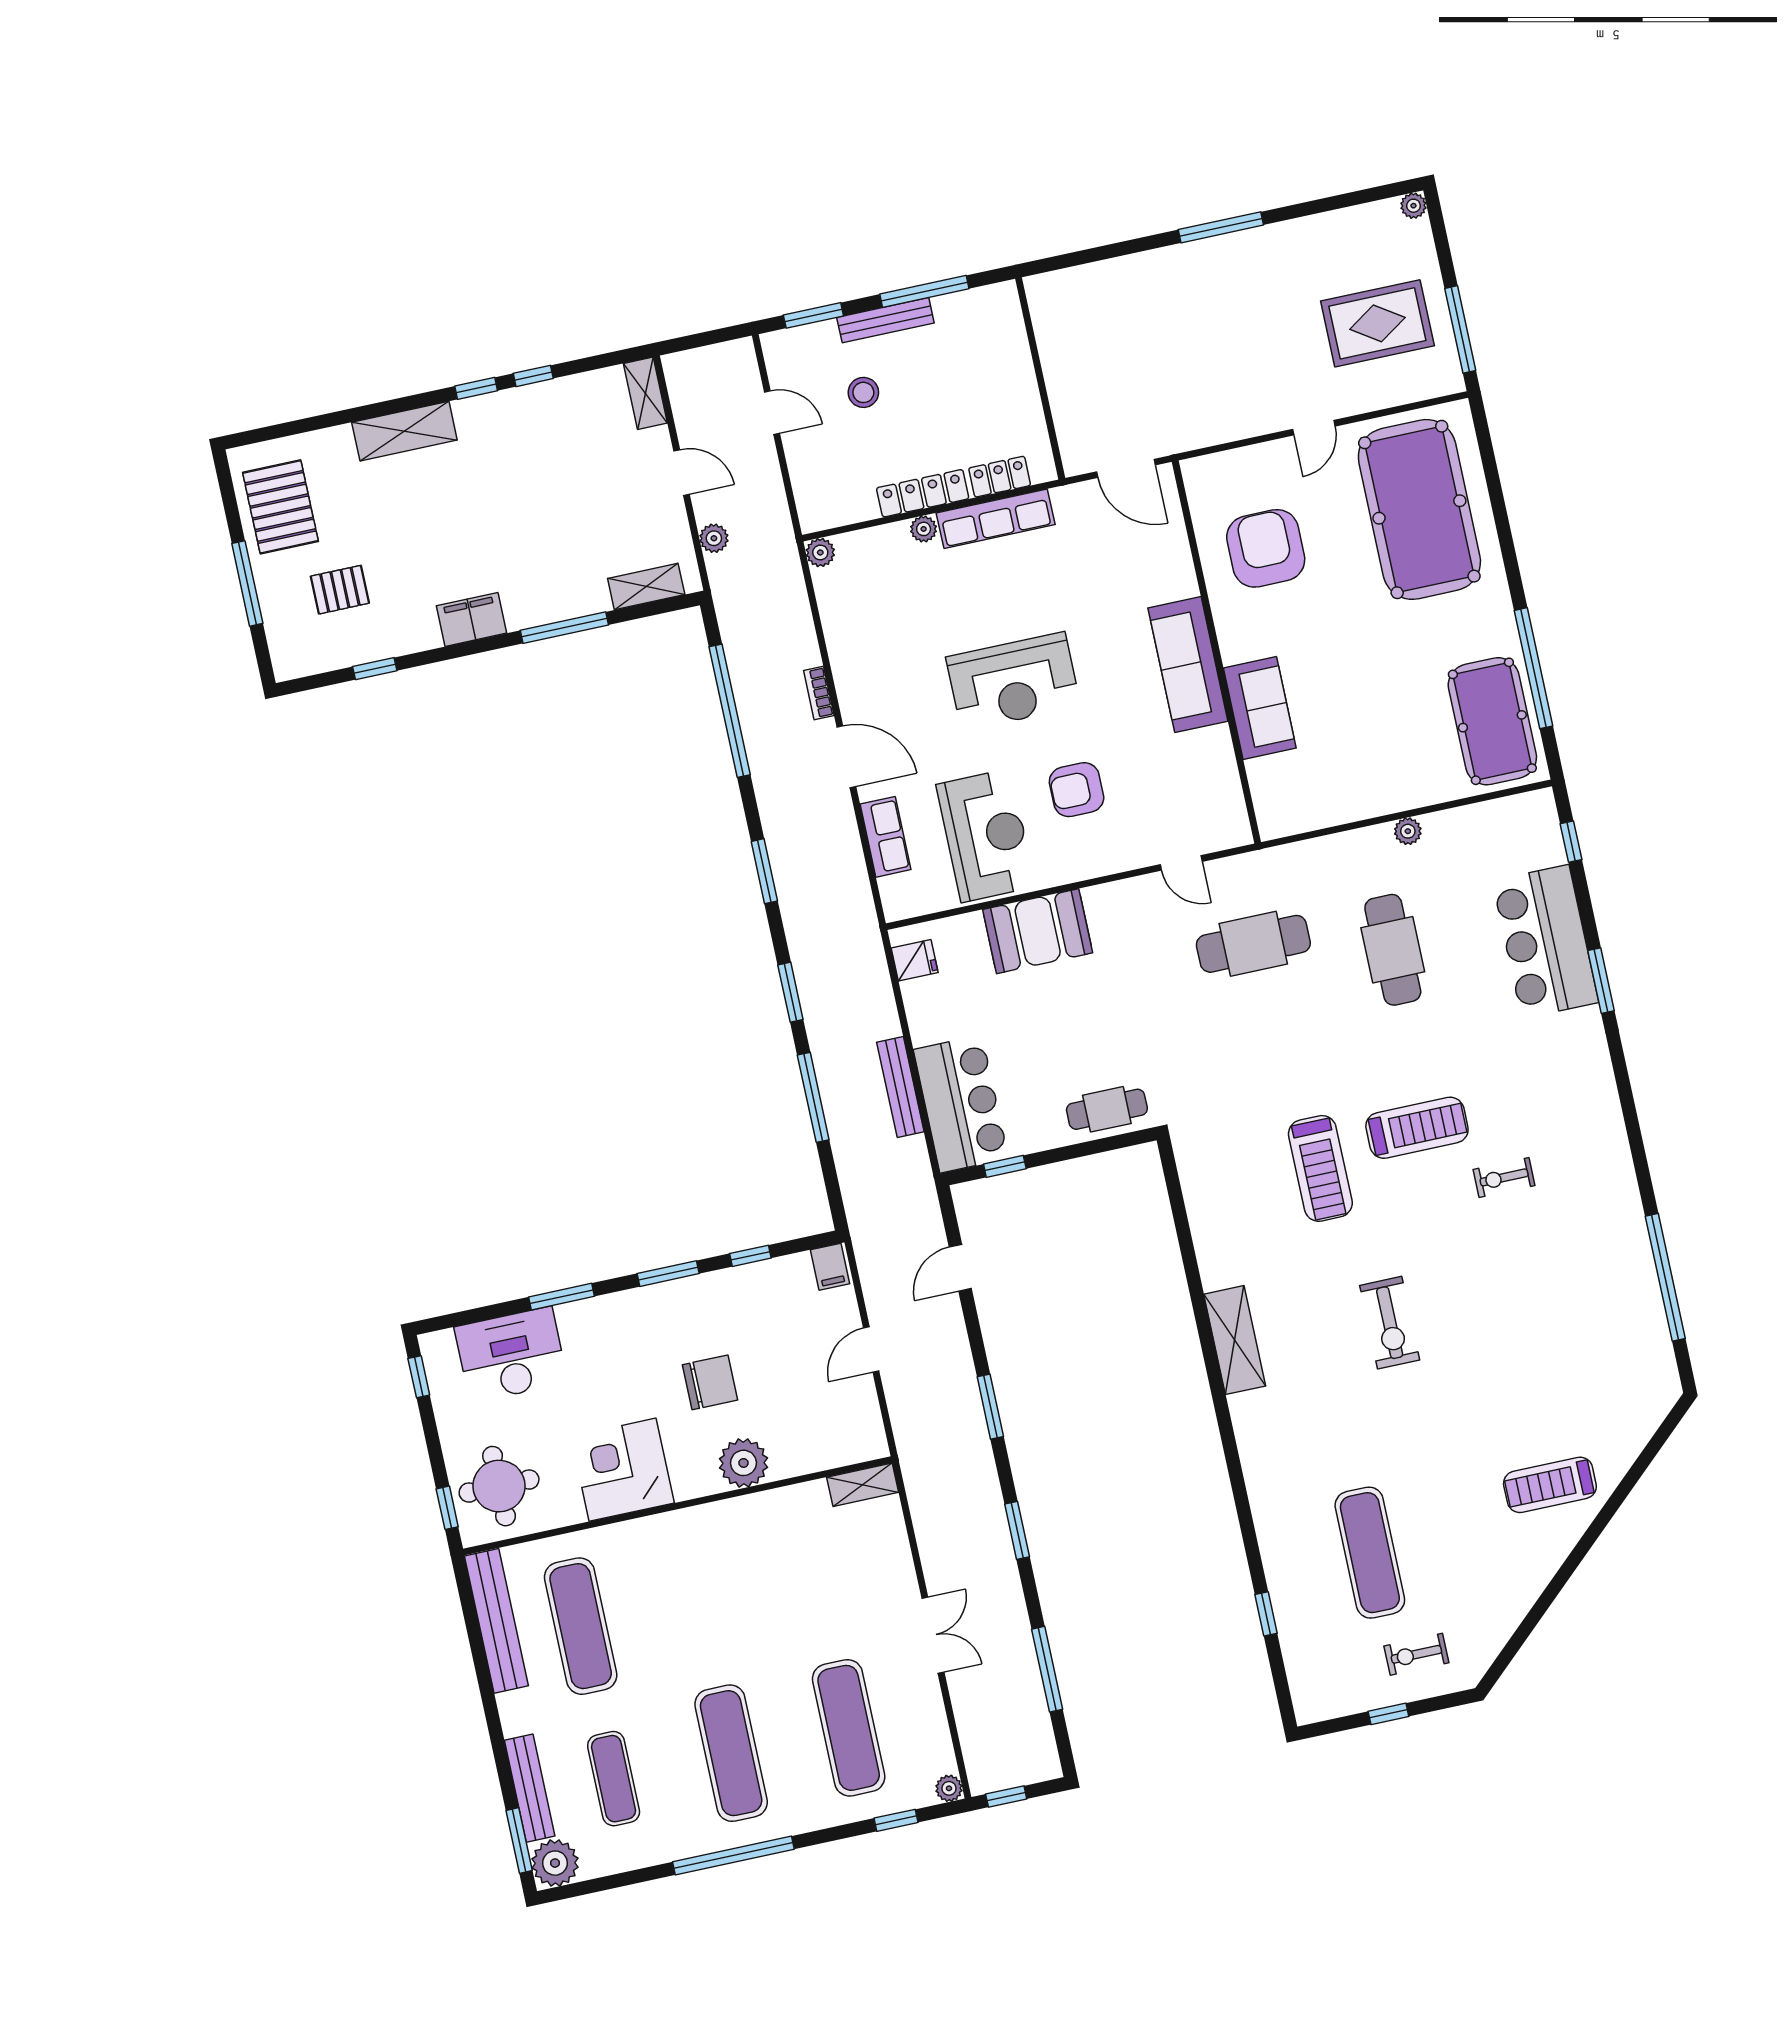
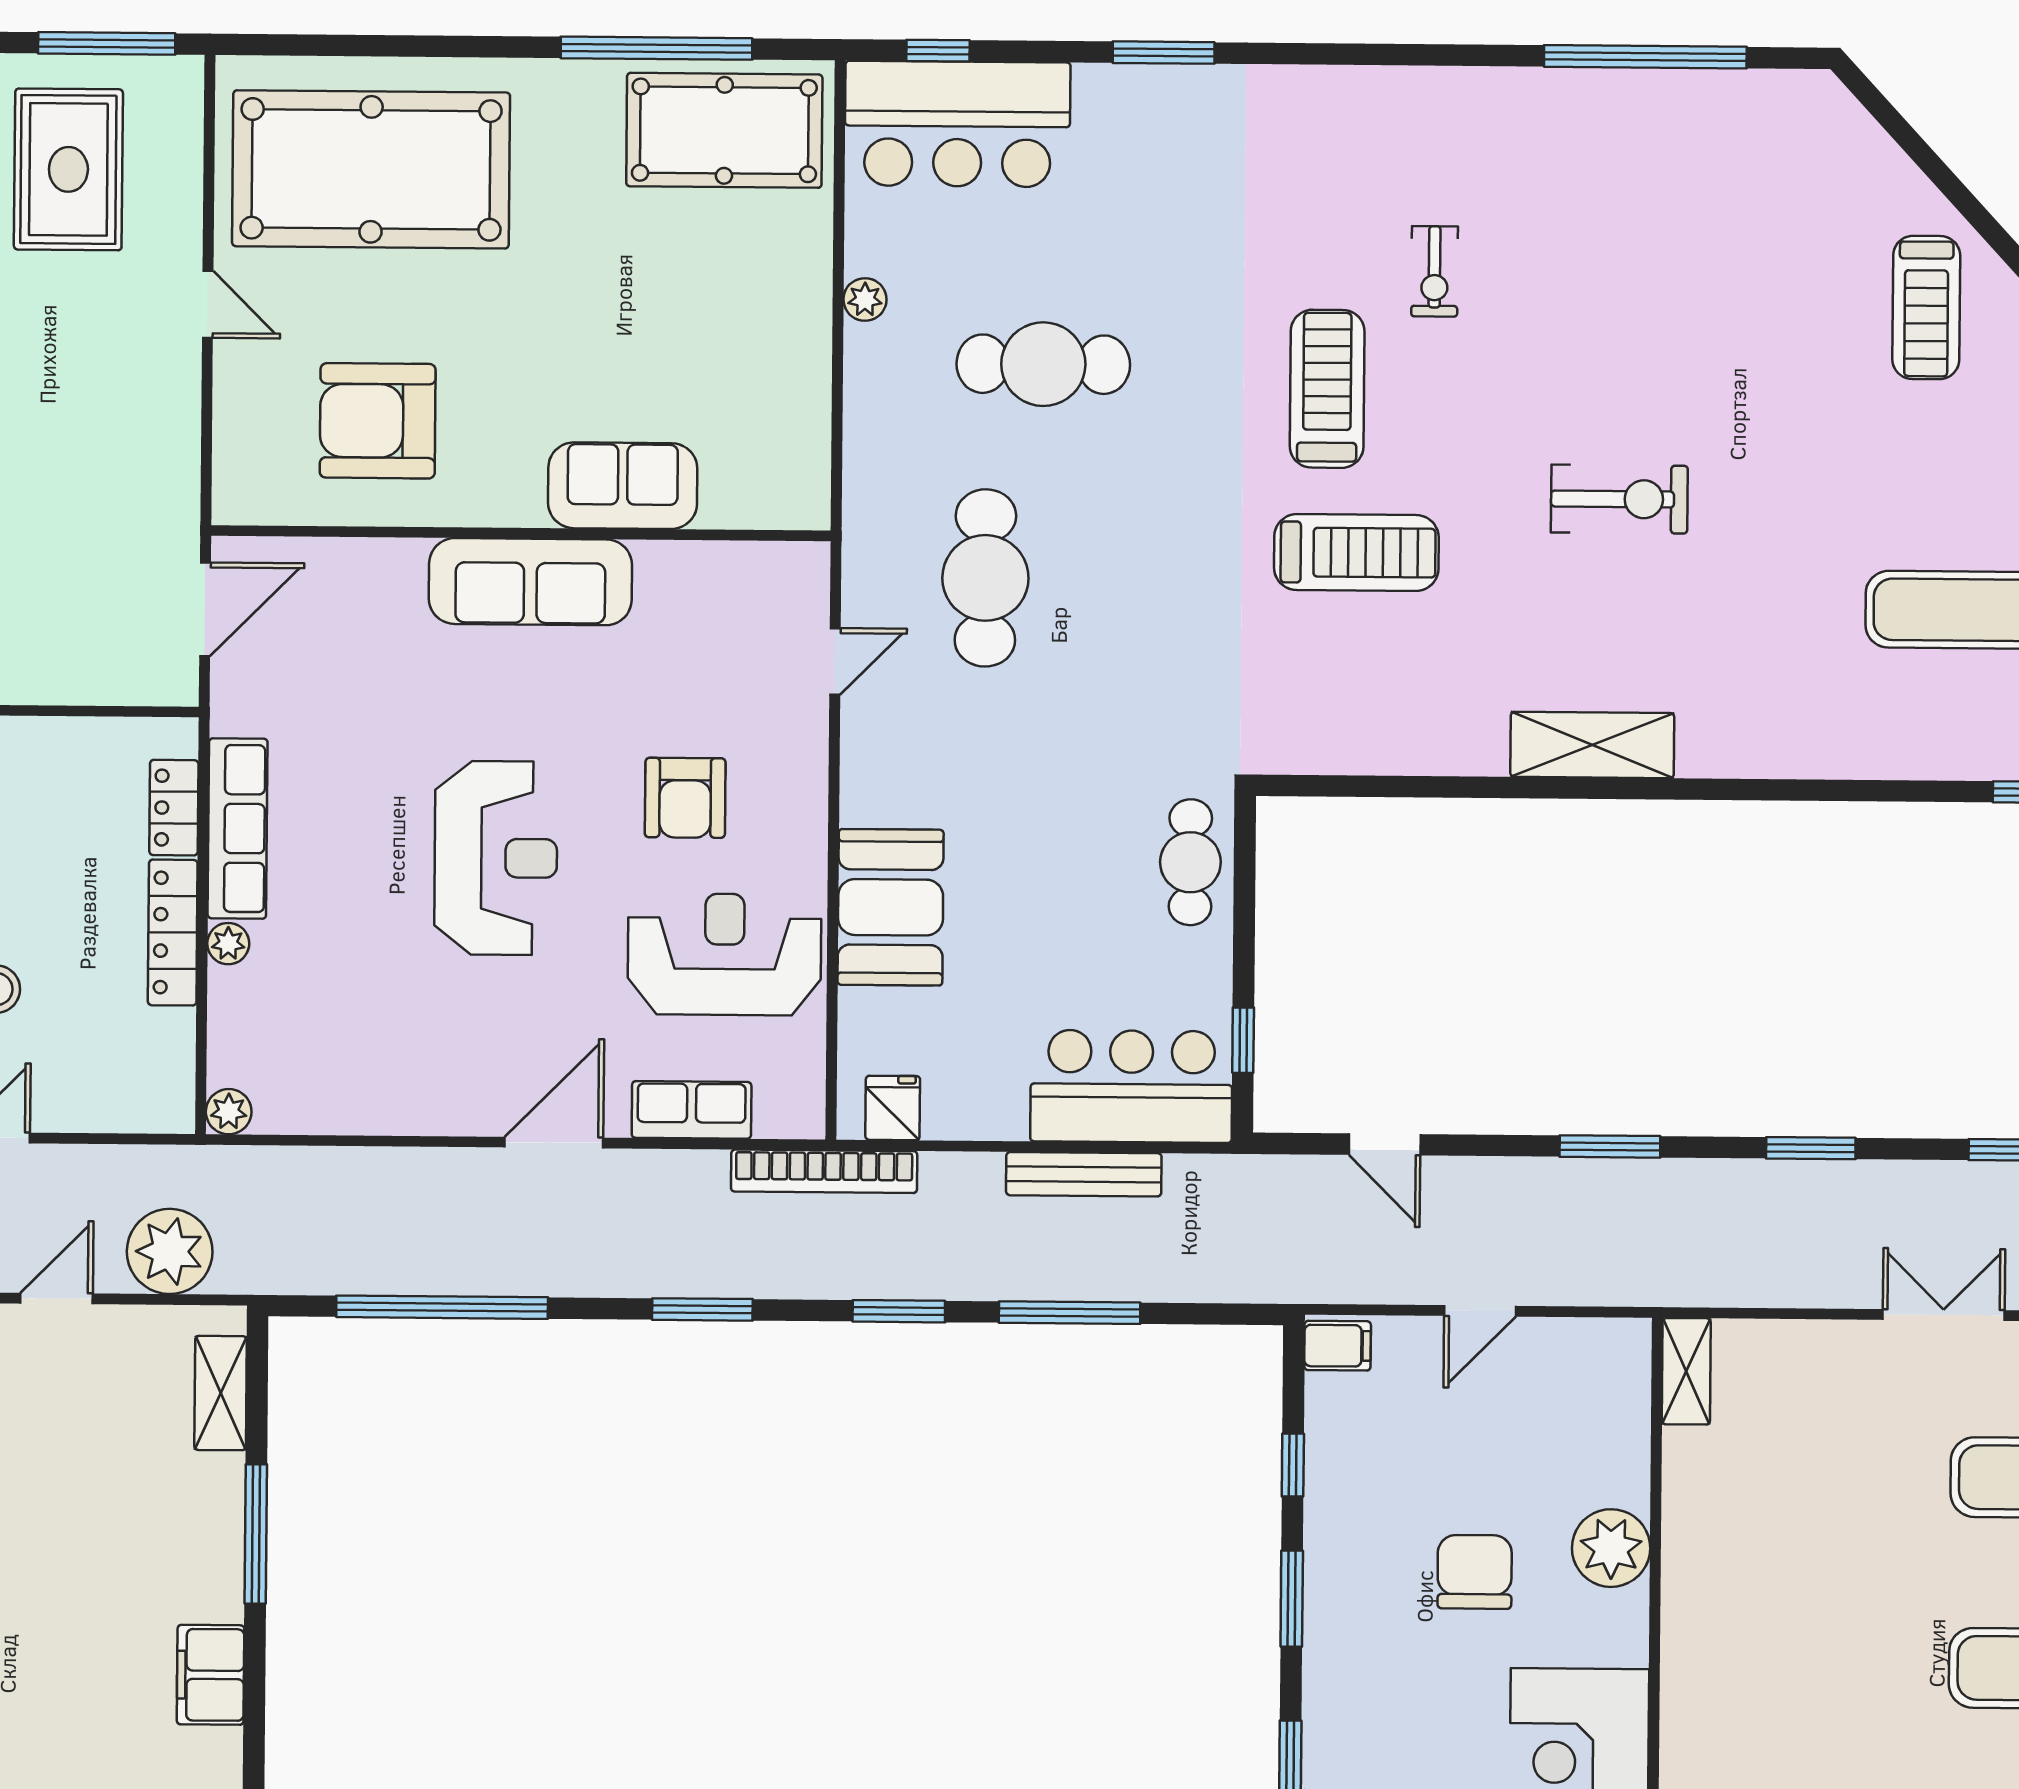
plant: (714, 538) -> (170, 1251), width x1.87, depth x1.87
bookcase: (819, 693) -> (824, 1171), moved, width x2.31, depth x1.31
bar counter: (1545, 942) -> (957, 124), moved
door: (871, 1350) -> (1480, 1311), hinge flipped

